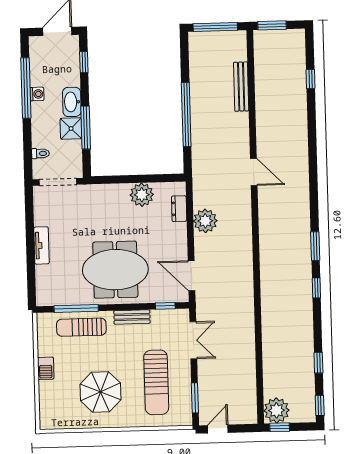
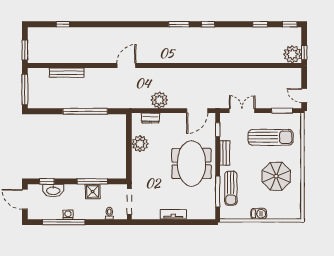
washbasin: (72, 102) -> (53, 190), moved

